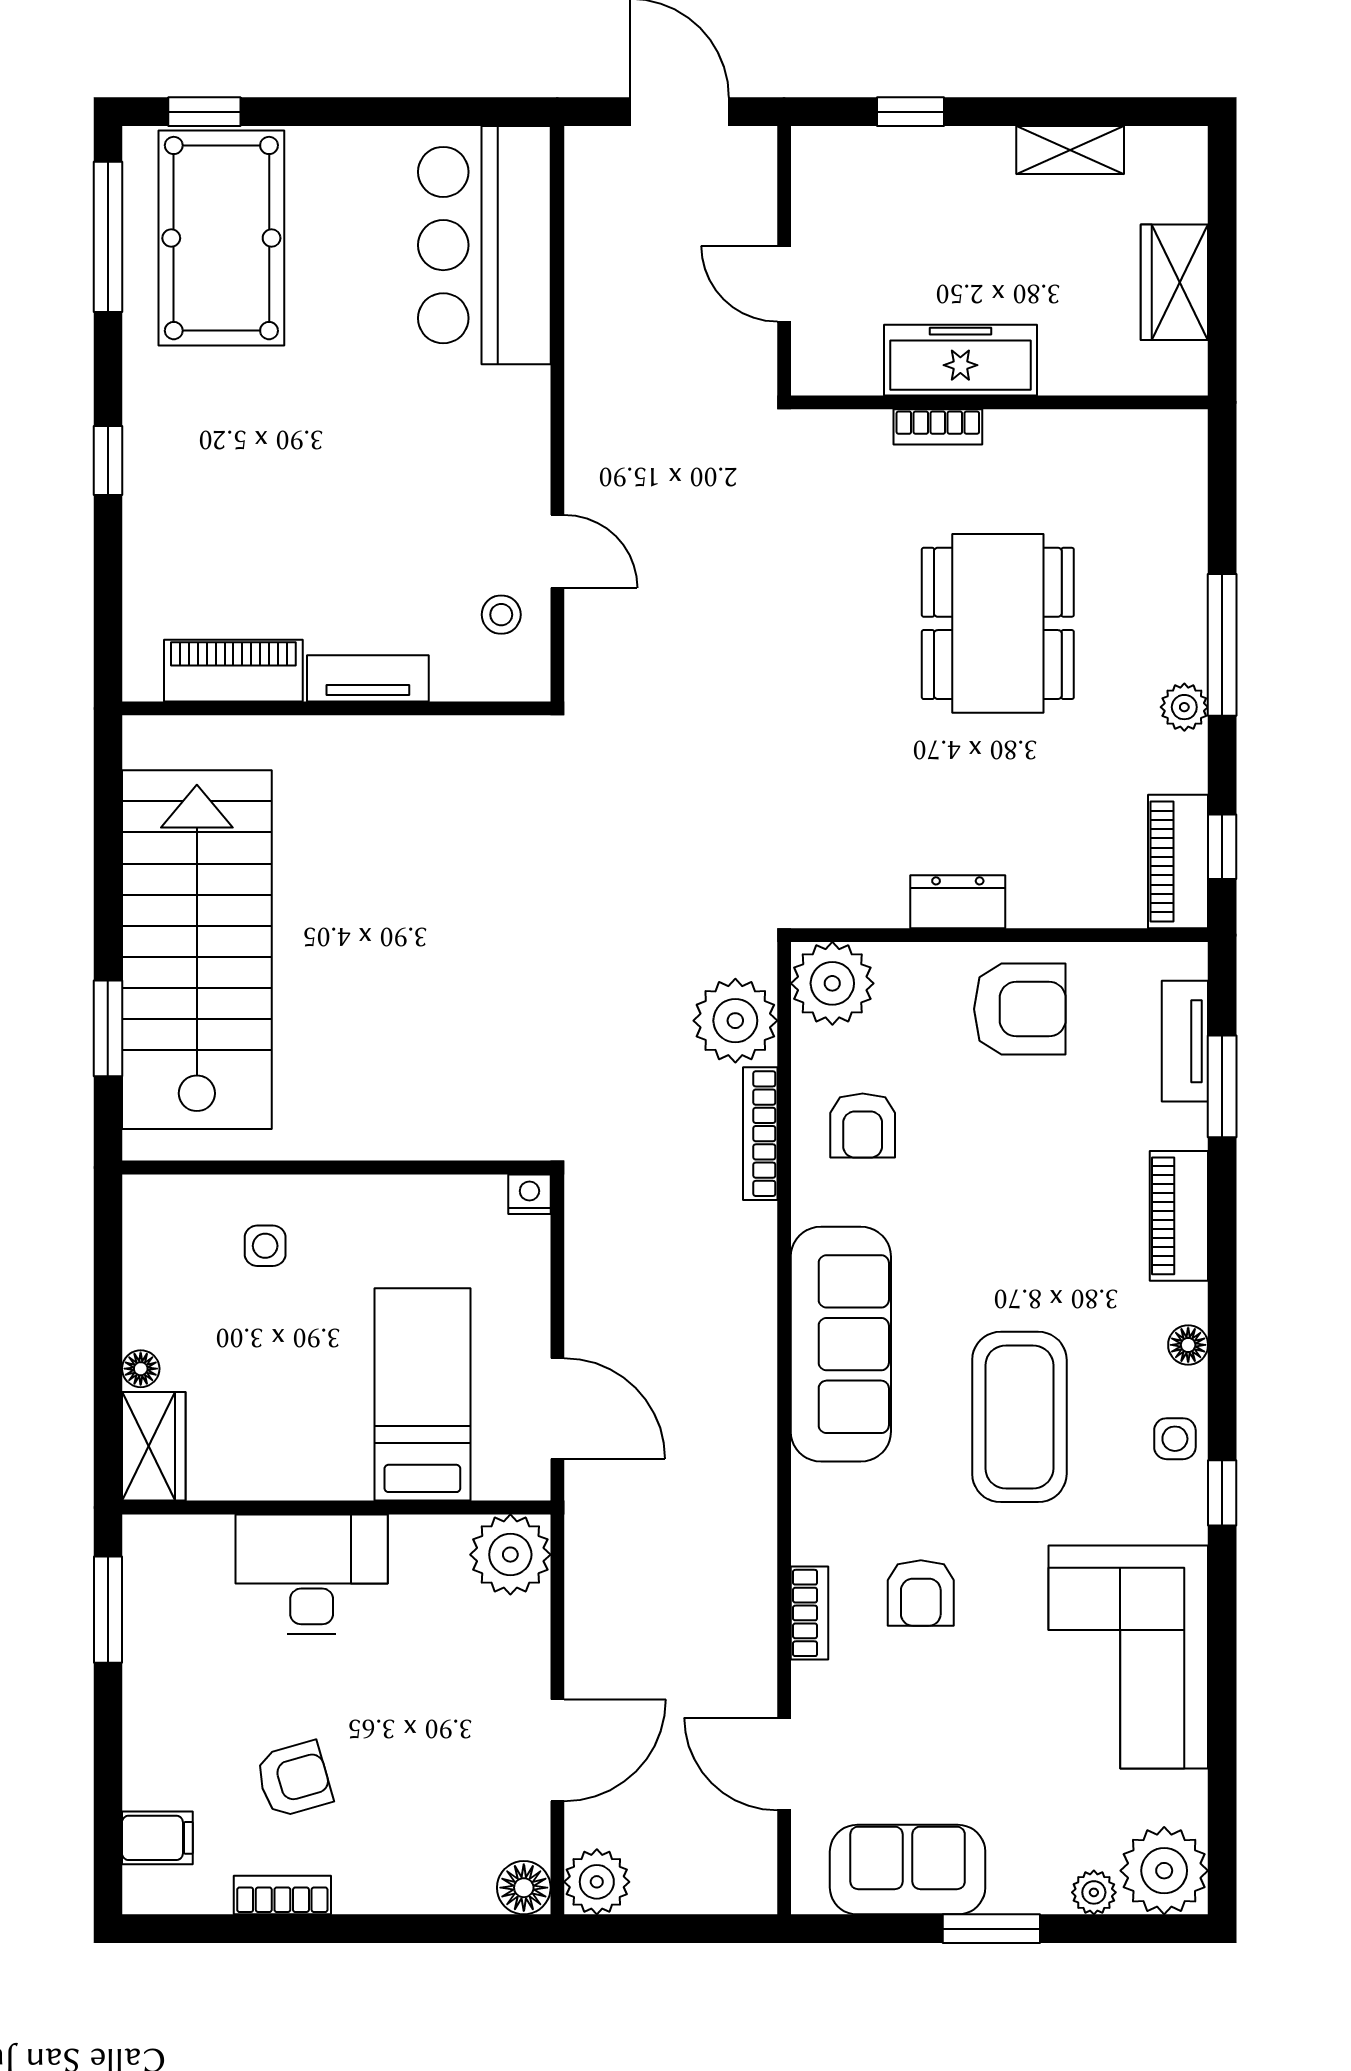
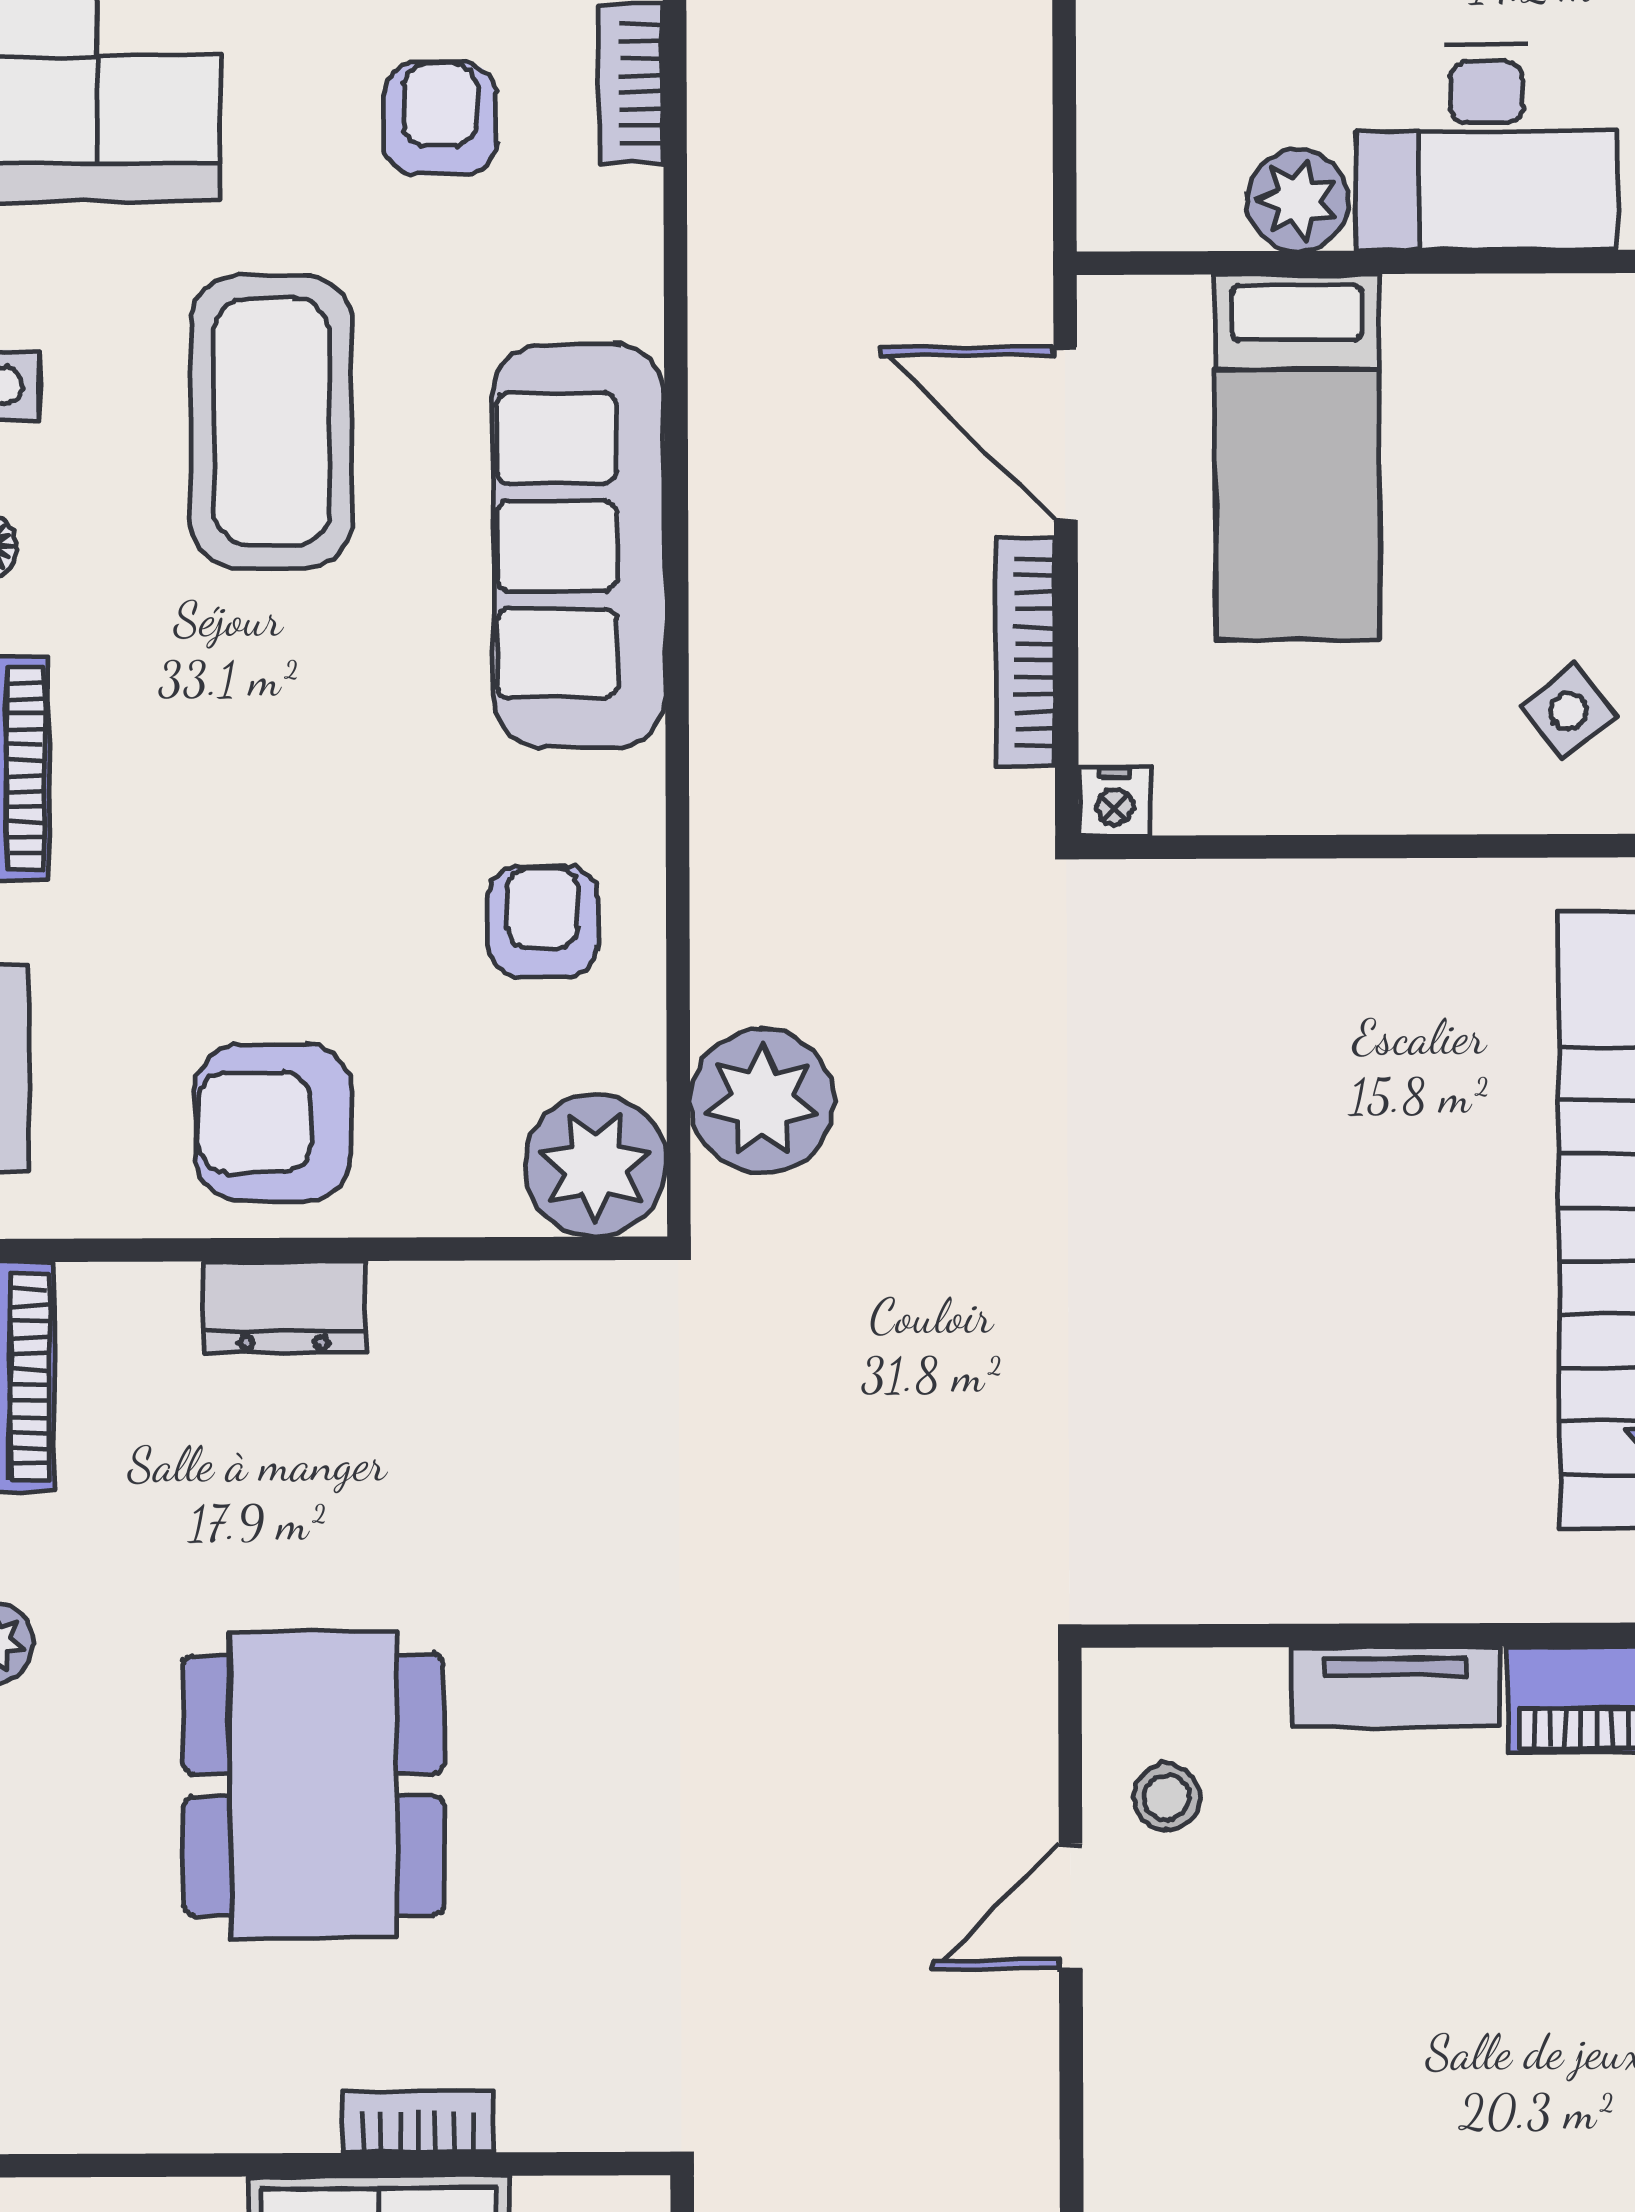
door: (557, 551) -> (1071, 1906), hinge flipped
dresser: (958, 902) -> (284, 1307), moved
bookcase: (760, 1134) -> (1025, 652), moved, turned 180
side table: (265, 1246) -> (1569, 711), turned -38
plant: (510, 1555) -> (1298, 200), moved, width x0.73, depth x0.73

